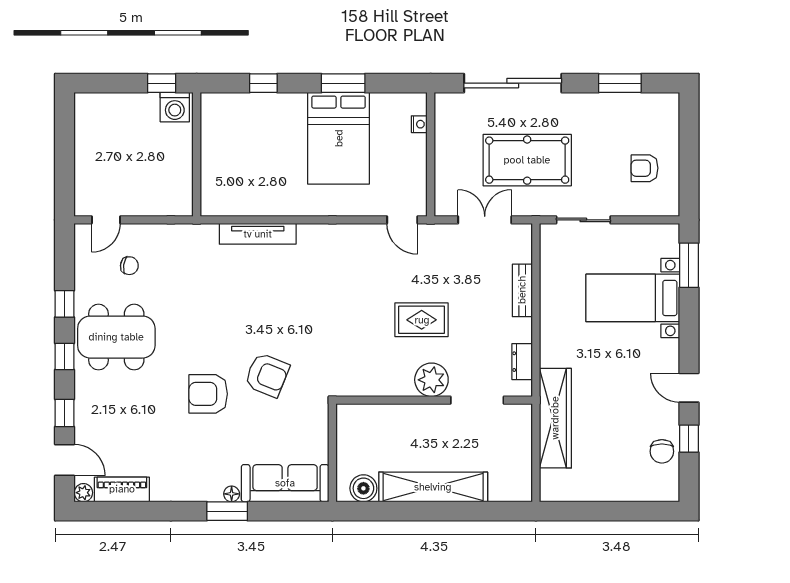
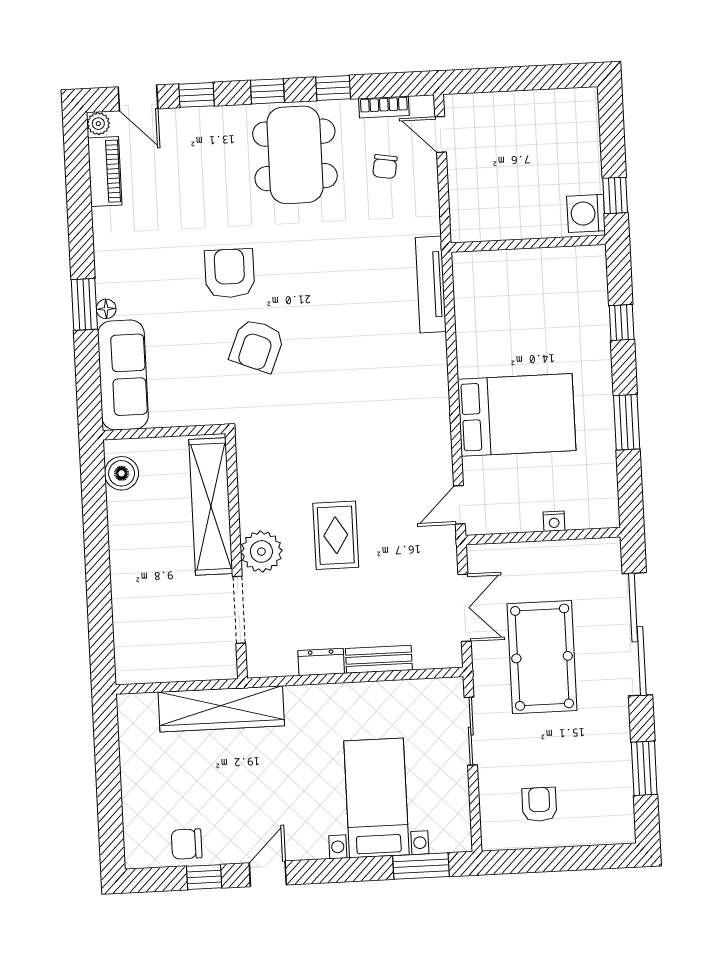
nightstand: (419, 124) -> (554, 521), moved
bed: (339, 138) -> (517, 415), moved, turned 180
tv unit: (258, 234) -> (431, 284), moved
bookcase: (82, 264) -> (384, 107), added
dresser: (522, 362) -> (321, 662), moved
door: (65, 460) -> (138, 98), hinge flipped
shelving: (433, 487) -> (211, 507), moved

